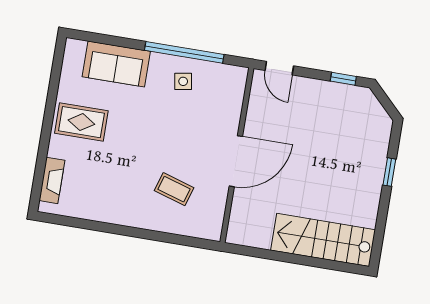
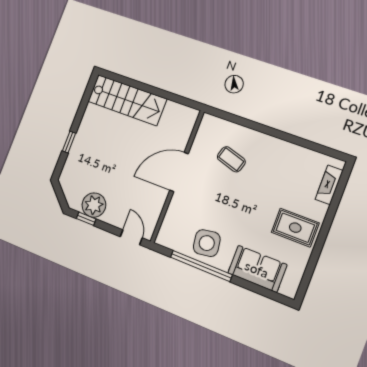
side table: (183, 81) -> (207, 243), width x1.87, depth x1.87
plant: (337, 98) -> (94, 205), added

